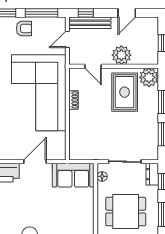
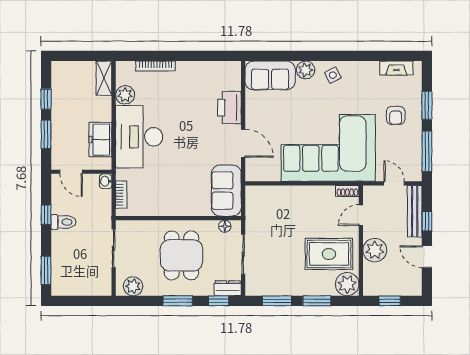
window: (86, 13) -> (427, 221), moved
armchair: (24, 28) -> (396, 115), moved
shoe rack: (74, 100) -> (347, 191), moved

